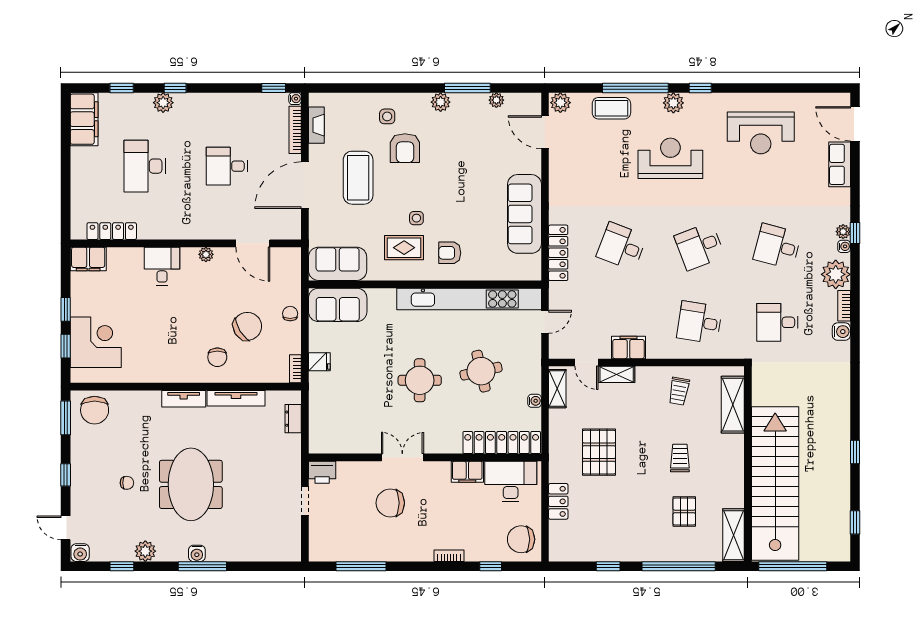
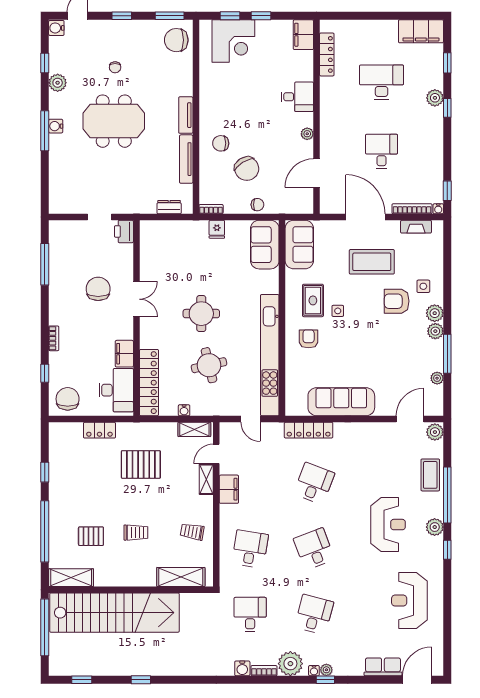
plant: (419, 103) -> (435, 313), added

